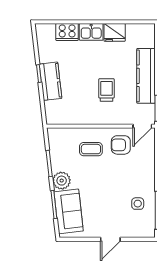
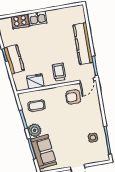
fridge: (115, 32) -> (35, 81), moved, turned 180
trolley: (106, 90) -> (59, 72), moved
coffee table: (91, 149) -> (37, 106), moved

